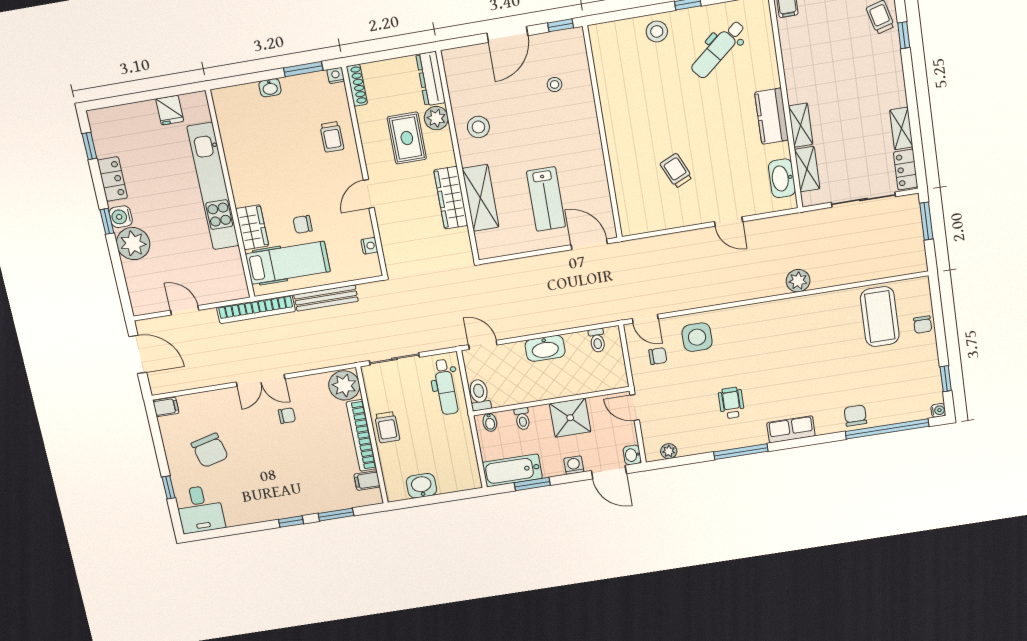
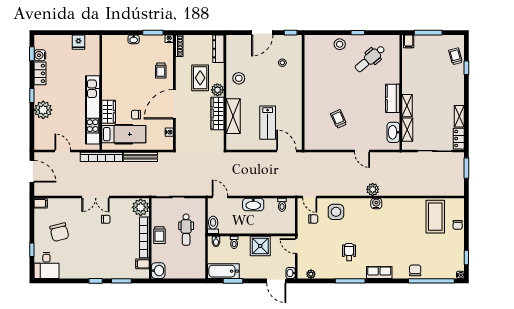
plant: (436, 118) -> (217, 90), moved
kitchen unit: (213, 186) -> (93, 110), moved
door: (369, 194) -> (174, 104), width x1.87
water cooler: (121, 217) -> (40, 55), moved
plant: (798, 281) -> (373, 189), moved
water cooler: (768, 311) -> (376, 203), added
dental chair: (446, 387) -> (186, 230), moved
washing machine: (574, 465) -> (258, 274), removed
washbasin: (421, 486) -> (158, 271), moved, turned 90

